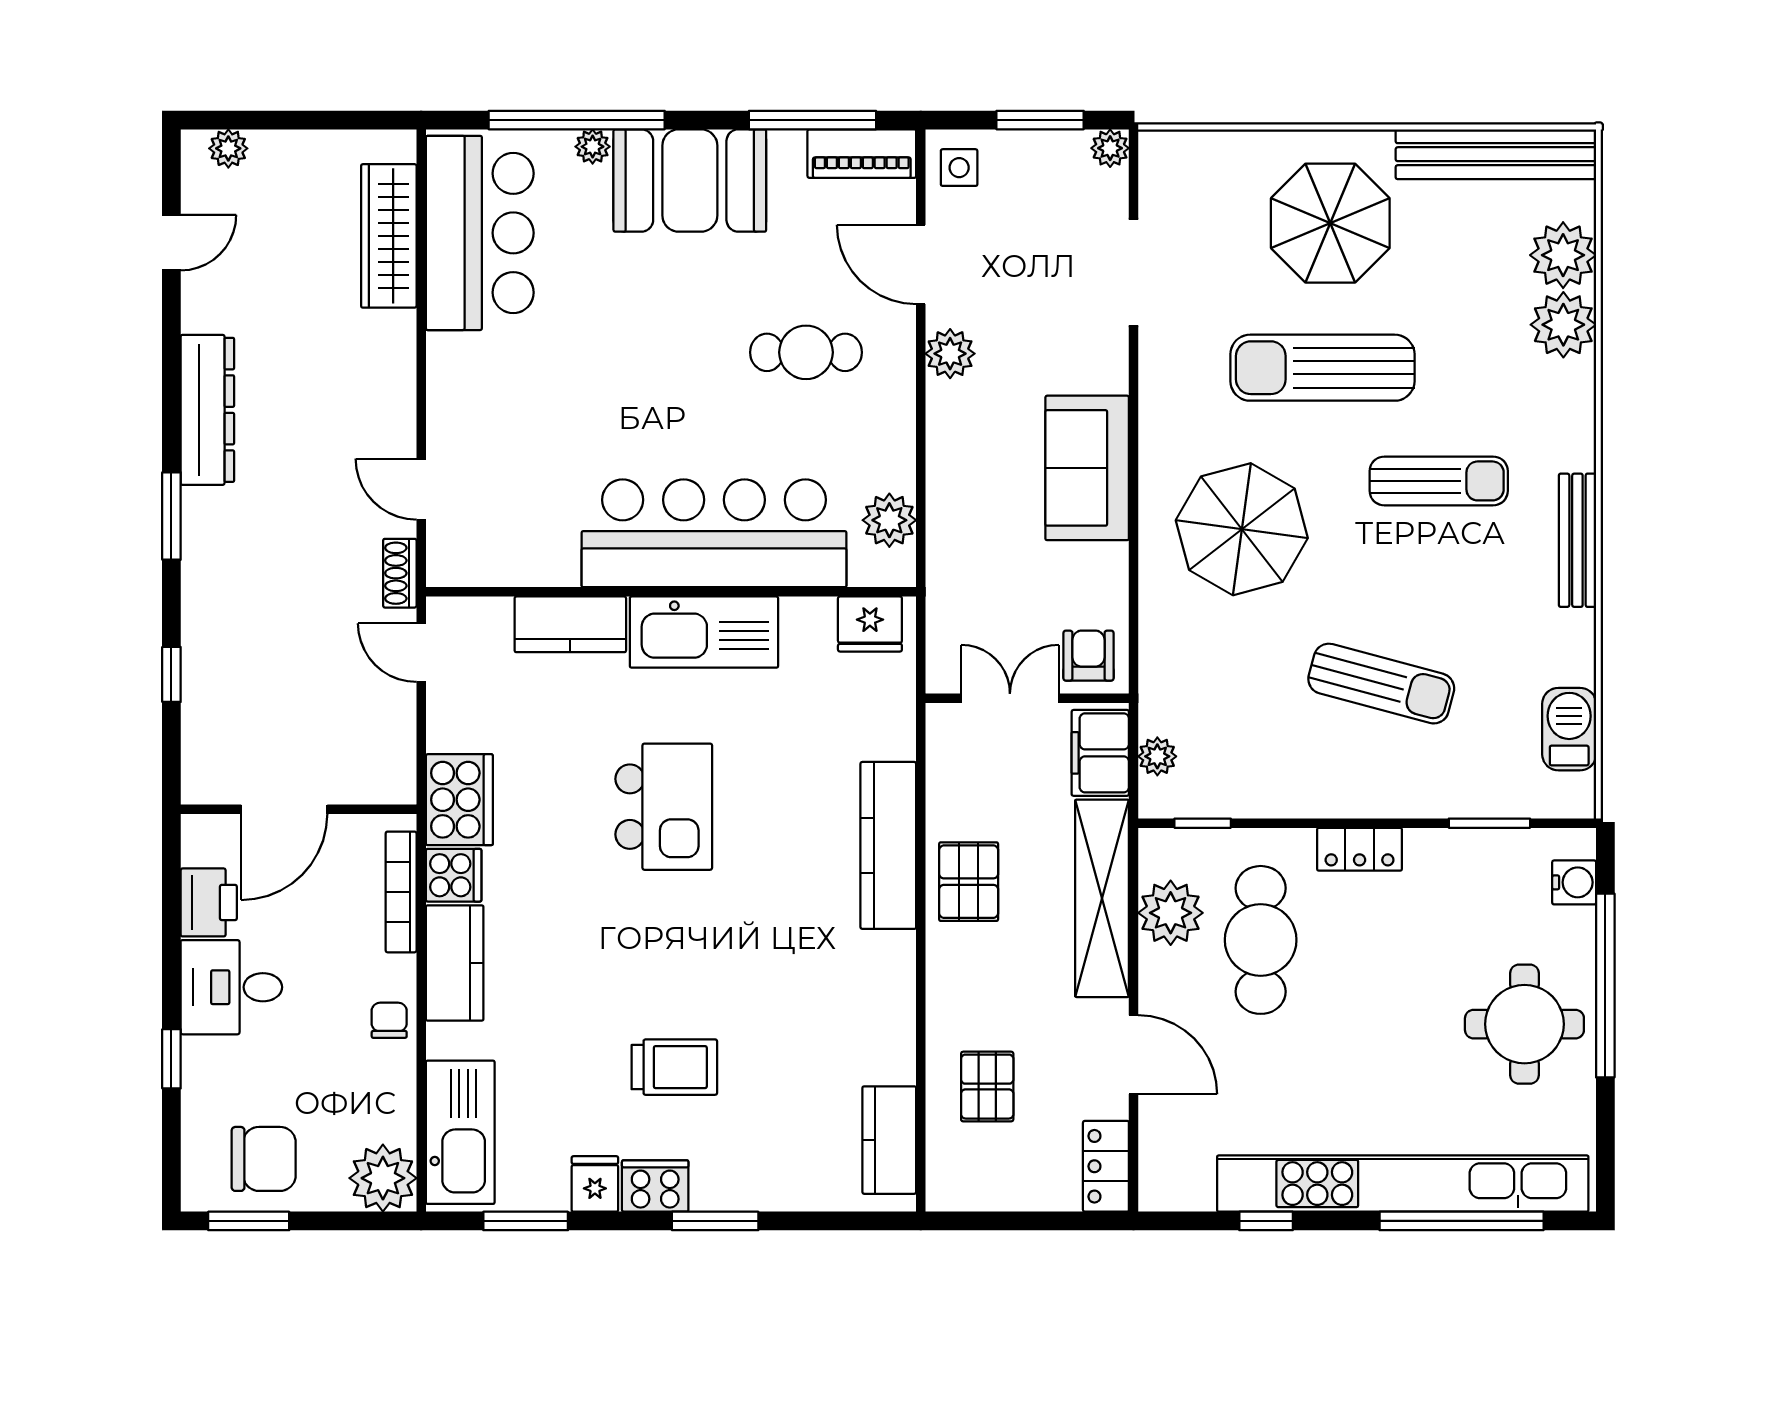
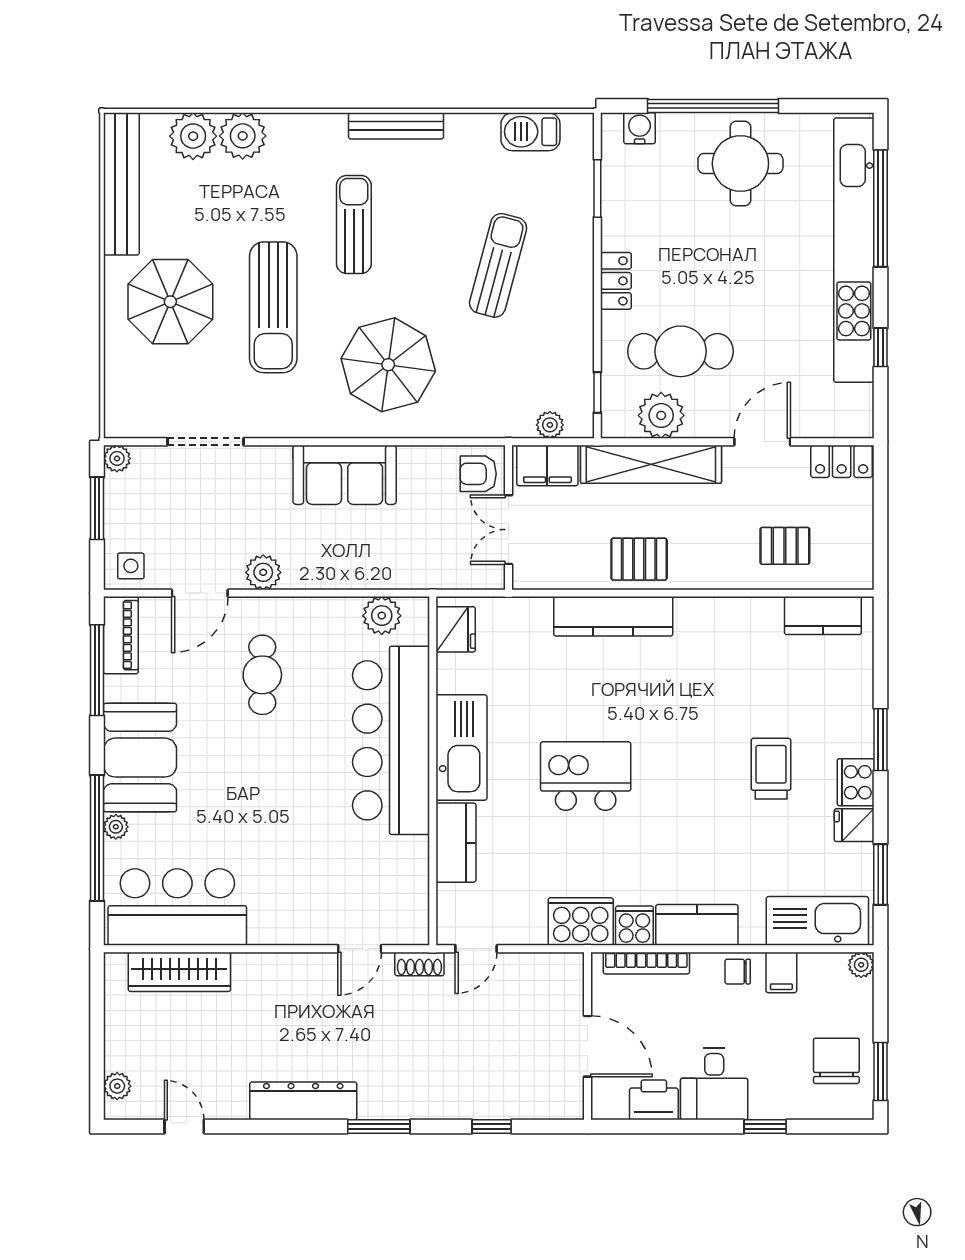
filing cabinet: (388, 1082) -> (781, 972), added
plant: (383, 1178) -> (861, 965), width x0.53, depth x0.53

